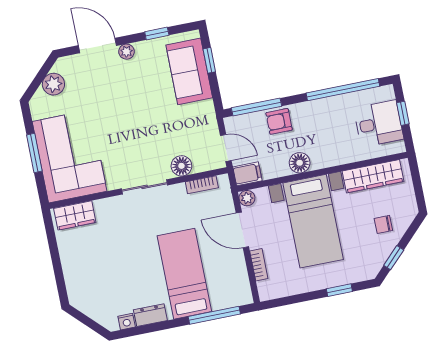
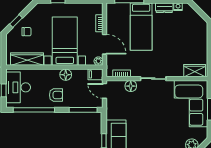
armchair: (279, 121) -> (56, 95), moved
desk: (379, 124) -> (18, 87), width x1.37
window: (394, 258) -> (16, 21), moved

